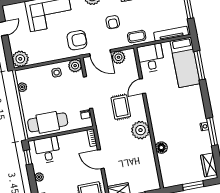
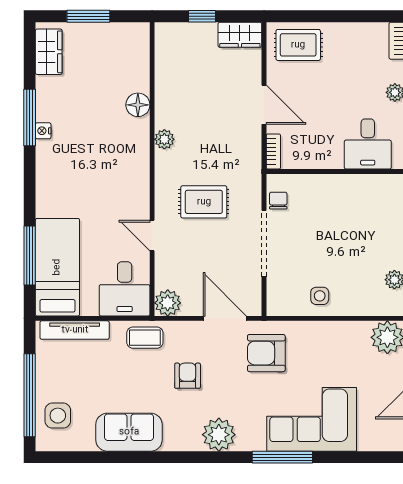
plant: (118, 57) -> (168, 303), moved
plant: (75, 66) -> (280, 303), removed
door: (143, 86) -> (152, 236), swing flipped
rug: (121, 107) -> (204, 202), turned 90
cafe table: (48, 122) -> (357, 199), removed
plant: (140, 130) -> (164, 139), width x0.53, depth x0.53

